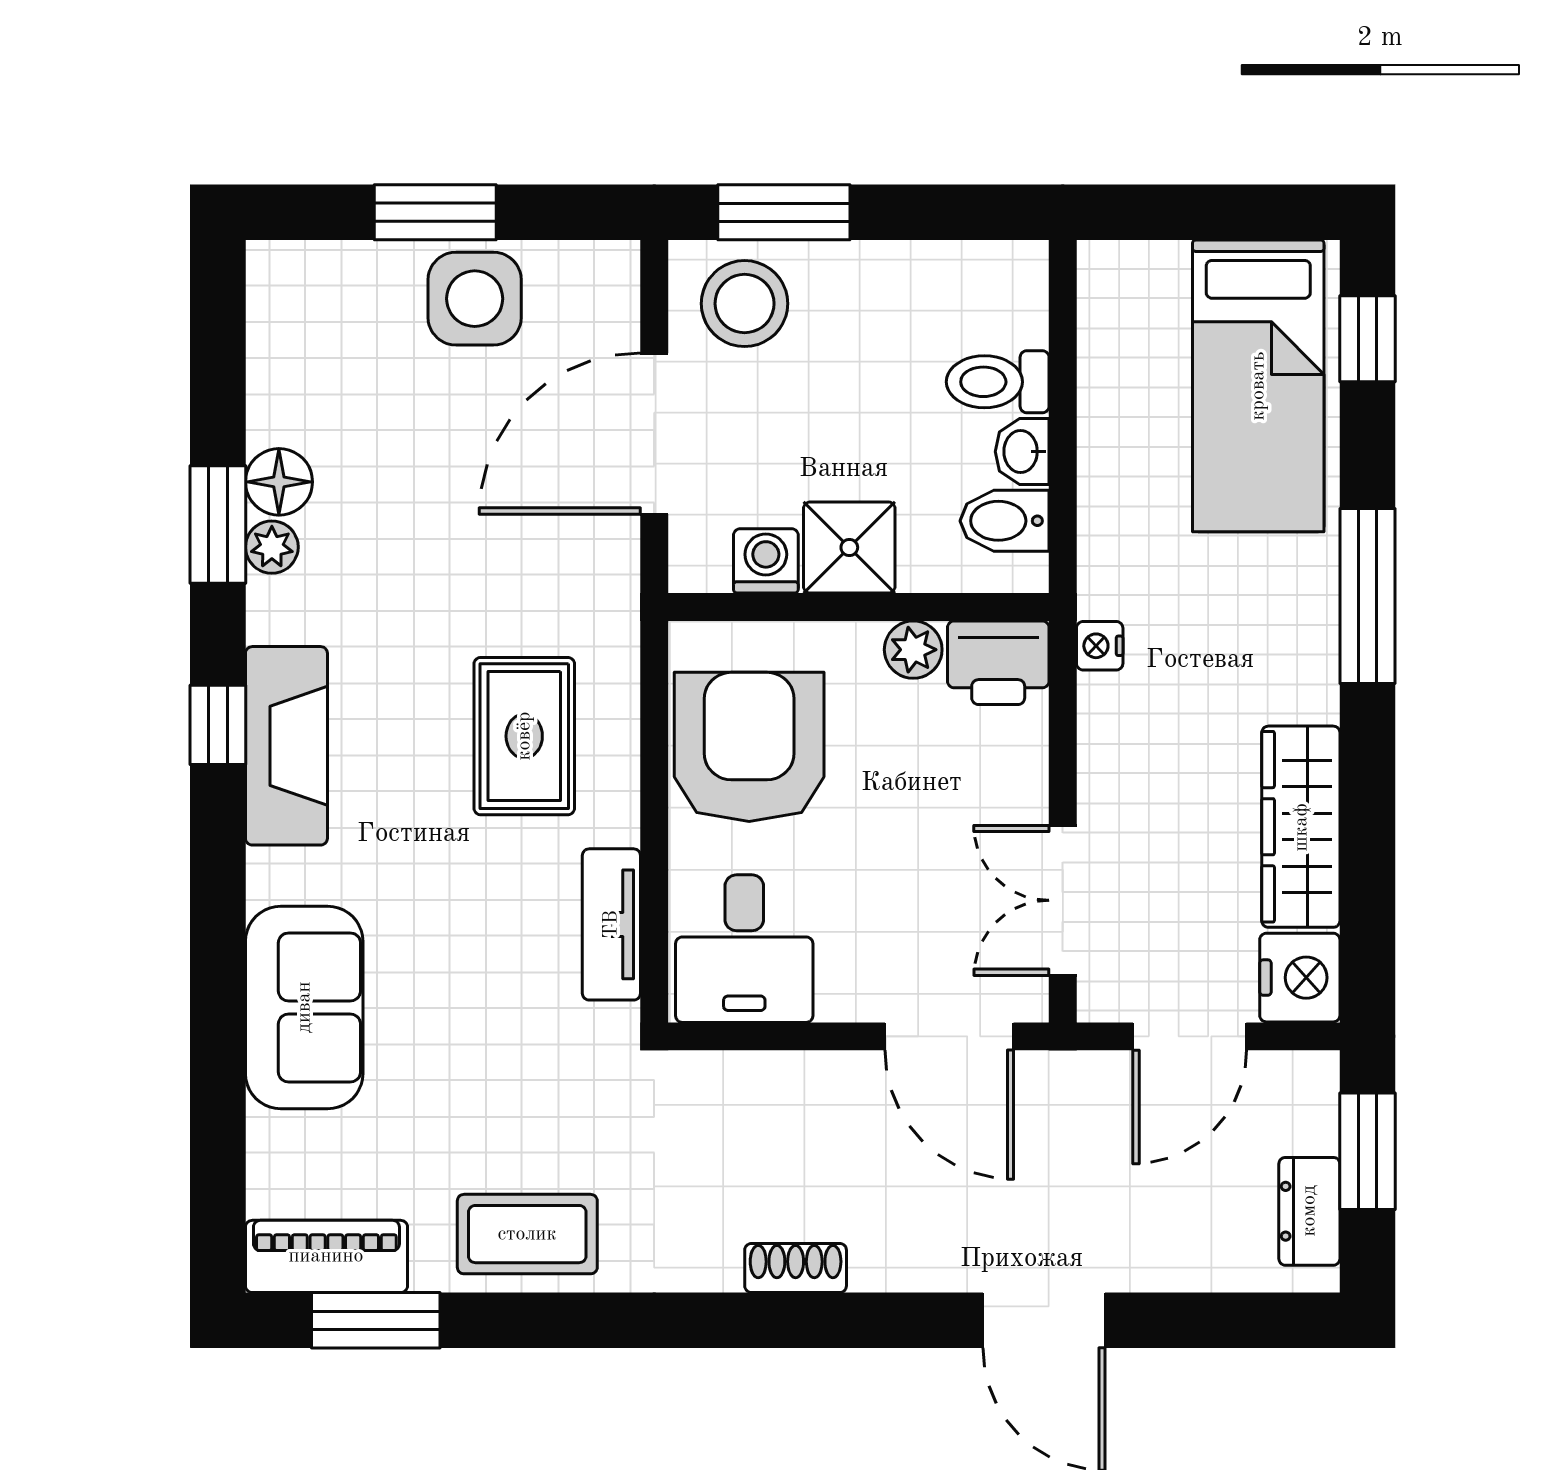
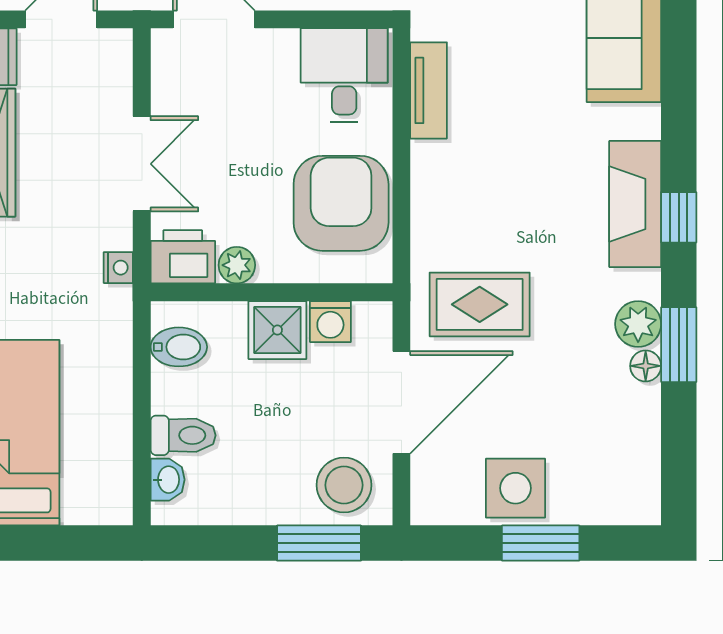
washbasin: (1022, 452) -> (168, 480), moved
floor lamp: (279, 482) -> (646, 366), width x0.73, depth x0.73
plant: (272, 547) -> (638, 324), width x1.38, depth x1.38
rug: (524, 736) -> (480, 304), moved, turned 90
armchair: (749, 747) -> (341, 203), turned 180
double door: (1063, 900) -> (142, 164), moved

